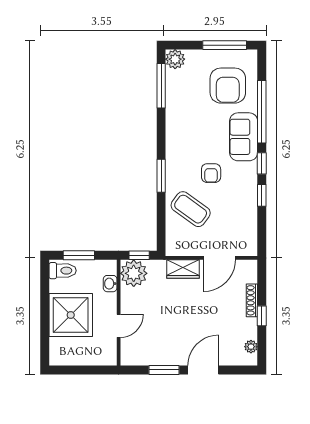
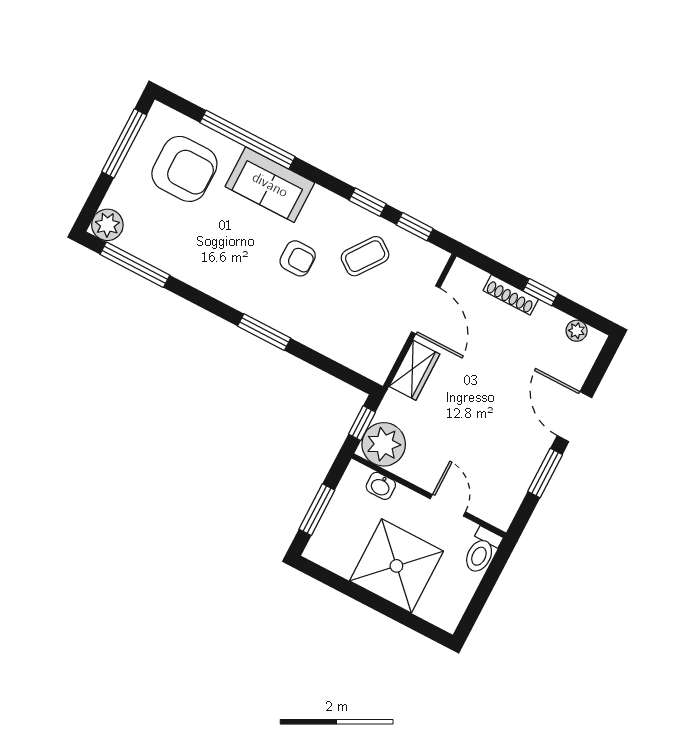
window: (262, 163) -> (415, 227), moved
coffee table: (191, 209) -> (365, 256), moved, width x0.73, depth x0.77
toilet: (63, 271) -> (482, 551), moved, turned 180

